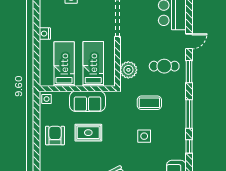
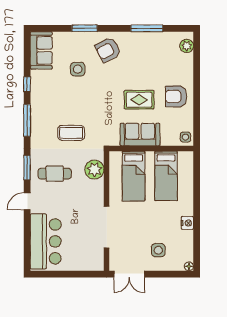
nightstand: (45, 34) -> (187, 223), moved
armchair: (55, 136) -> (176, 96), turned 90
side table: (144, 136) -> (78, 69), moved

